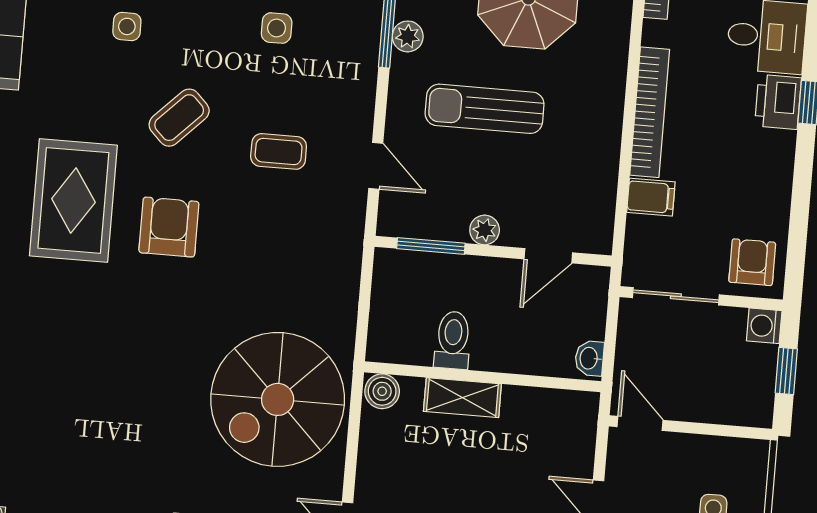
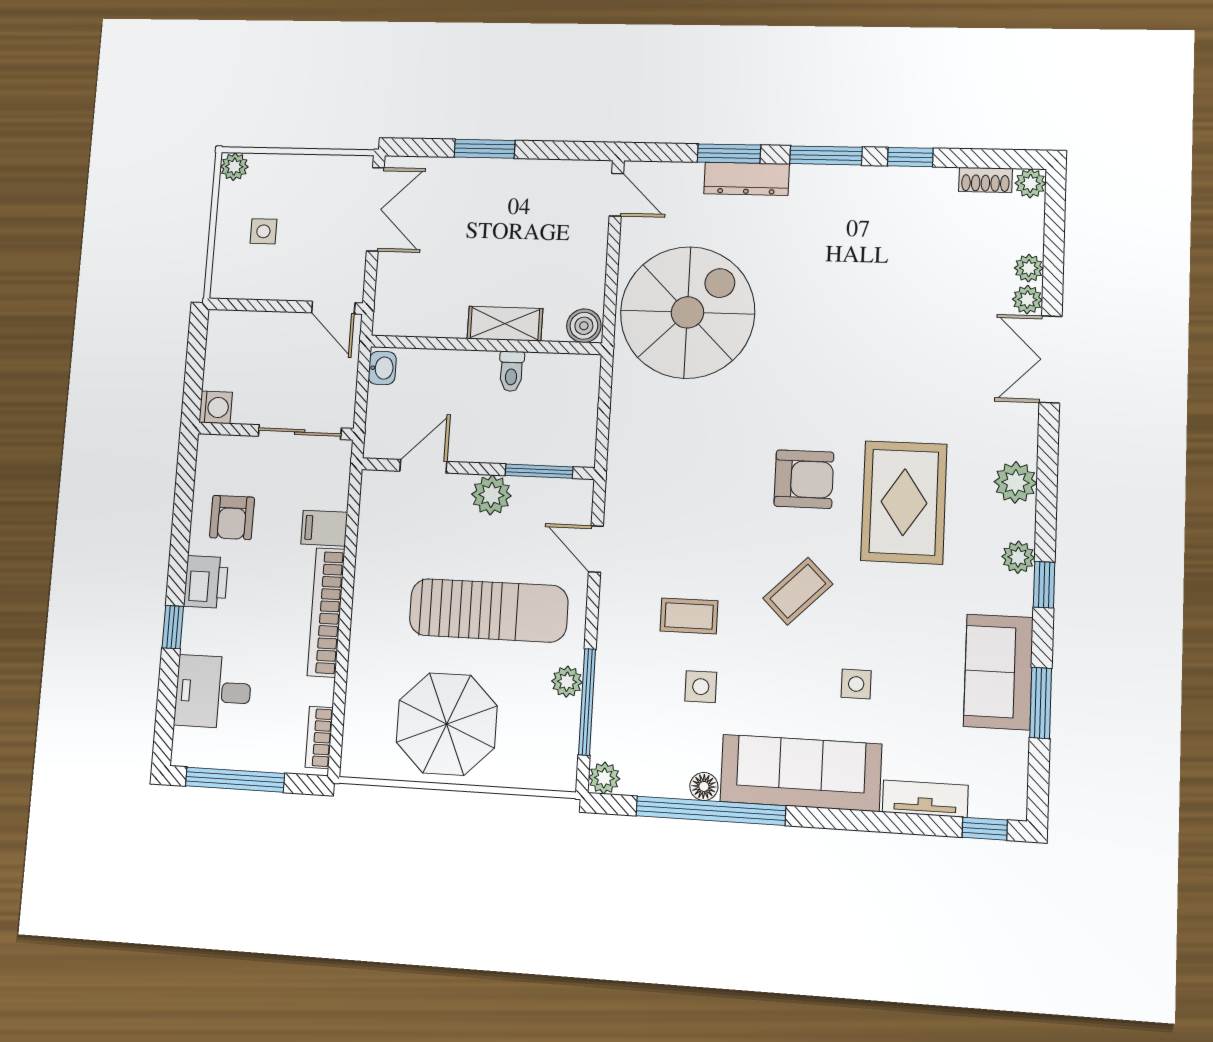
printer: (778, 102) -> (206, 582), moved
sun lounger: (485, 109) -> (488, 610), width x1.36, depth x1.34
coffee table: (279, 151) -> (689, 616), moved
armchair: (169, 227) -> (804, 479), turned -90
plant: (485, 230) -> (491, 495), width x1.38, depth x1.38
armchair: (752, 262) -> (232, 517), moved
toilet: (453, 340) -> (511, 371), width x0.73, depth x0.72
window: (786, 371) -> (195, 365), removed

